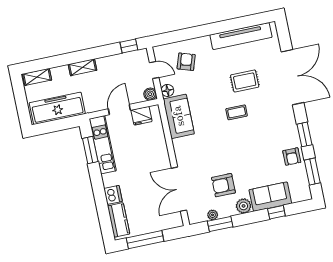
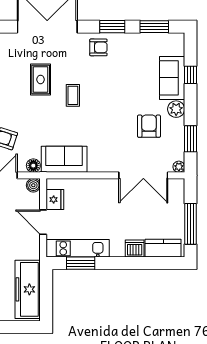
armchair: (292, 157) -> (98, 47), moved
armchair: (223, 185) -> (149, 126), turned 180
plant: (213, 215) -> (179, 167), moved

